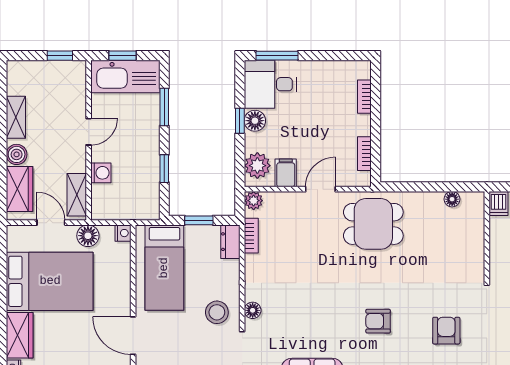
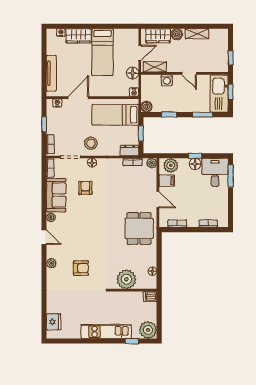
boiler: (150, 210) -> (146, 107), added
plant: (467, 247) -> (126, 279), added
bed: (50, 281) -> (102, 52), width x0.67
armchair: (378, 321) -> (85, 188), moved

